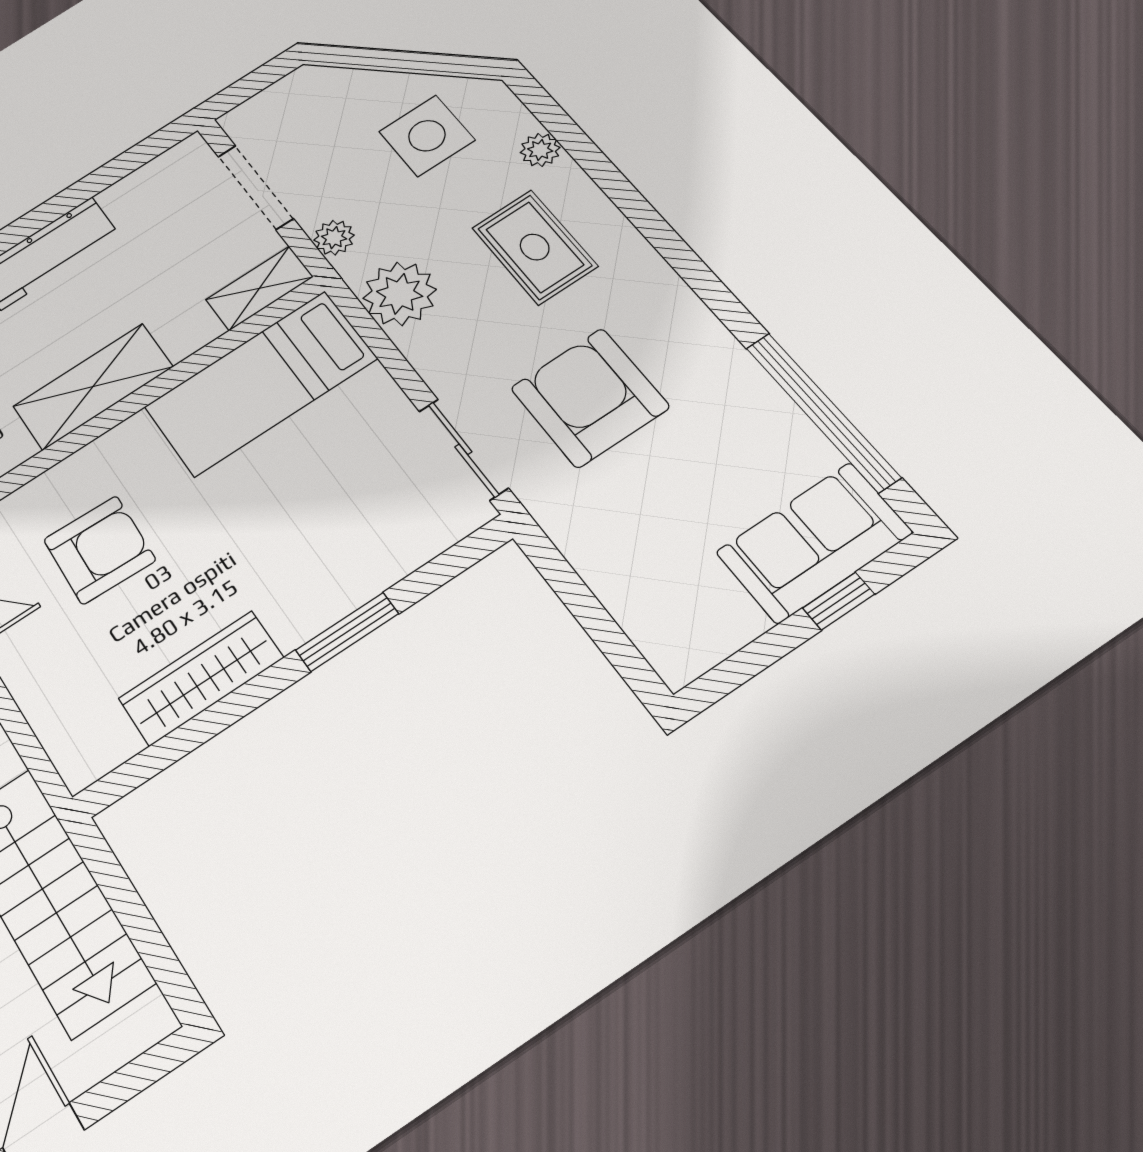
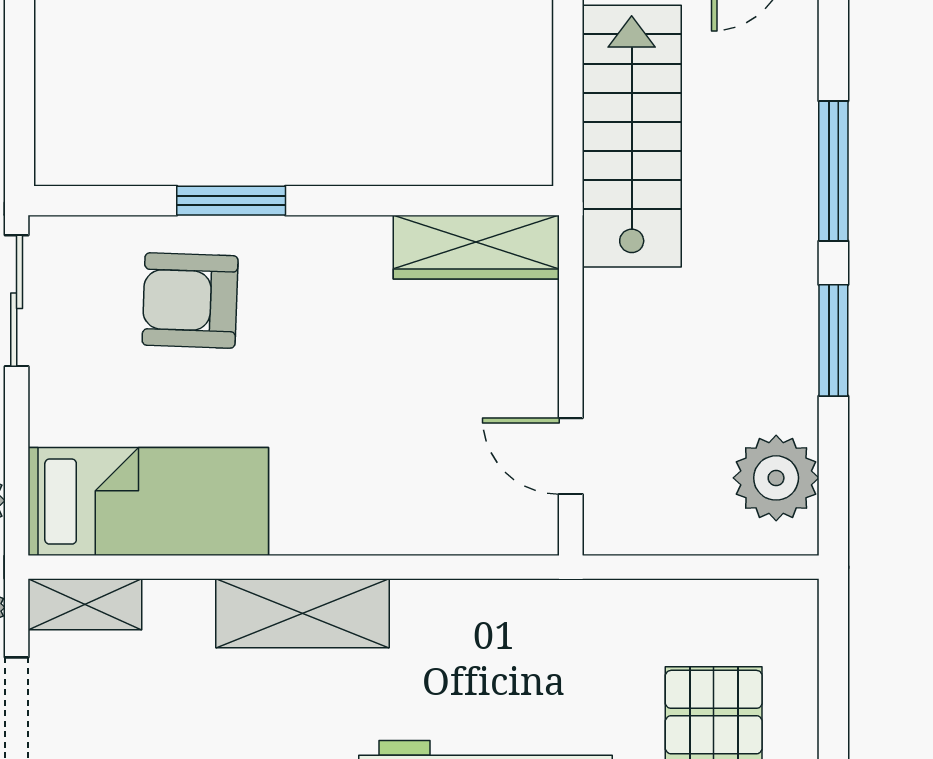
armchair: (100, 550) -> (190, 300), moved
wardrobe: (201, 678) -> (476, 247), moved

